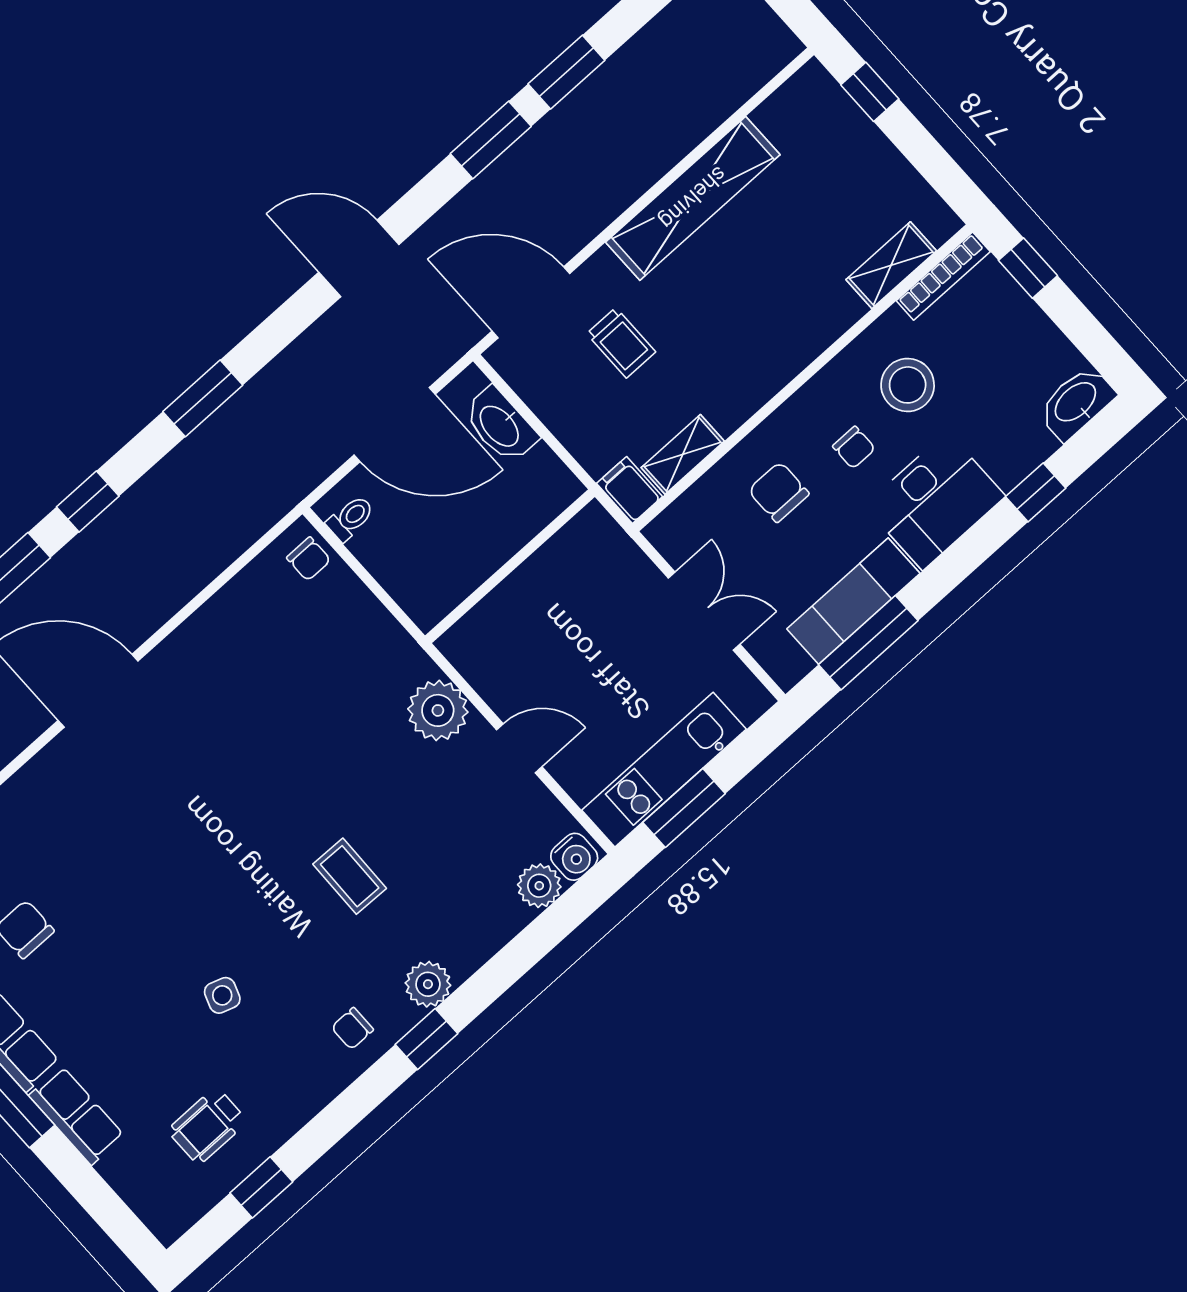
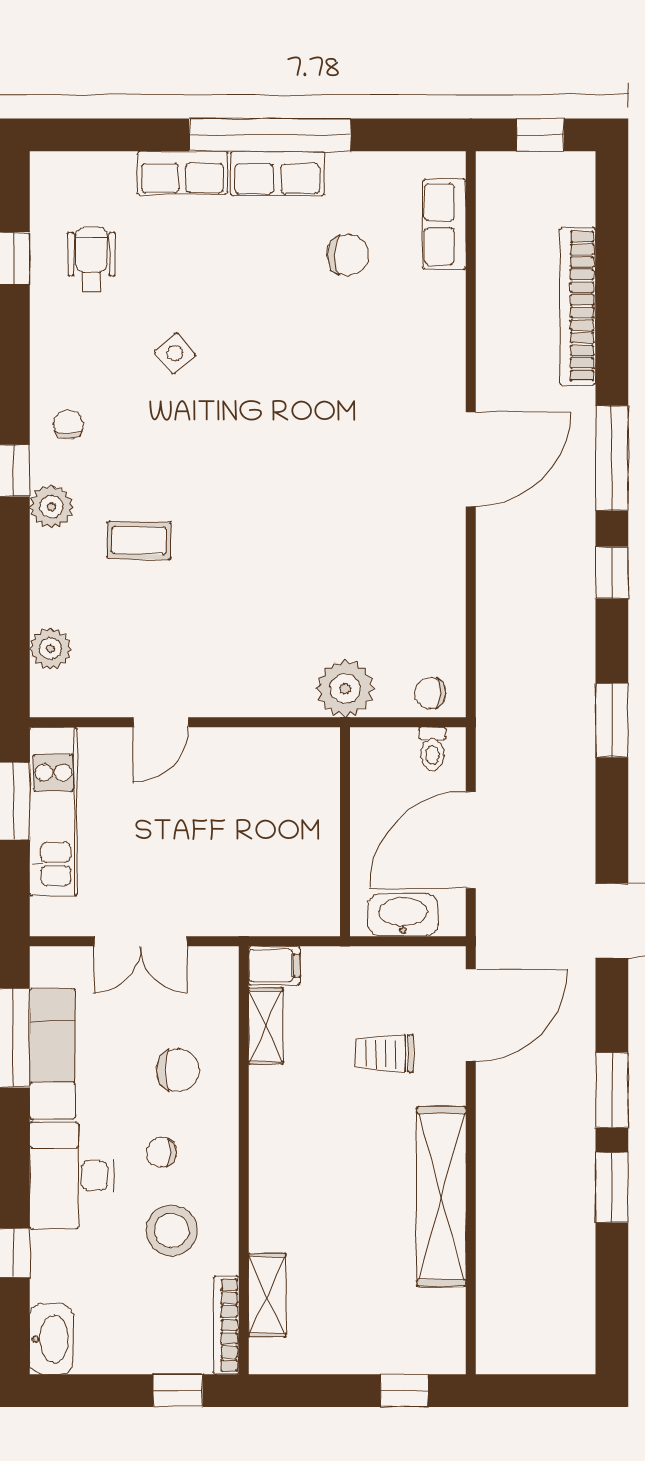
wall: (510, 566) -> (345, 832), moved
plant: (438, 710) -> (345, 688), moved
water cooler: (574, 857) -> (49, 692), removed
coffee table: (350, 876) -> (139, 540), moved
side table: (222, 995) -> (175, 353), turned 31

